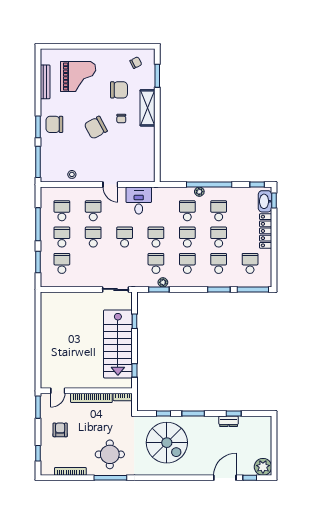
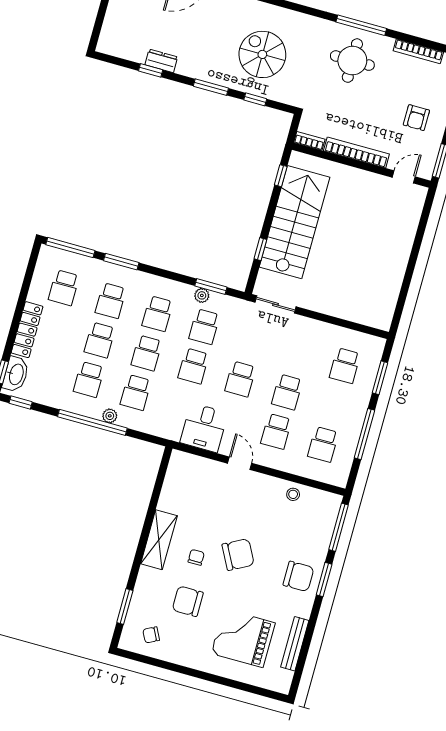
shelving: (147, 108) -> (159, 540), moved
school desk: (62, 237) -> (334, 405), removed
spiral stairs: (167, 443) -> (262, 54), width x0.73, depth x0.73

